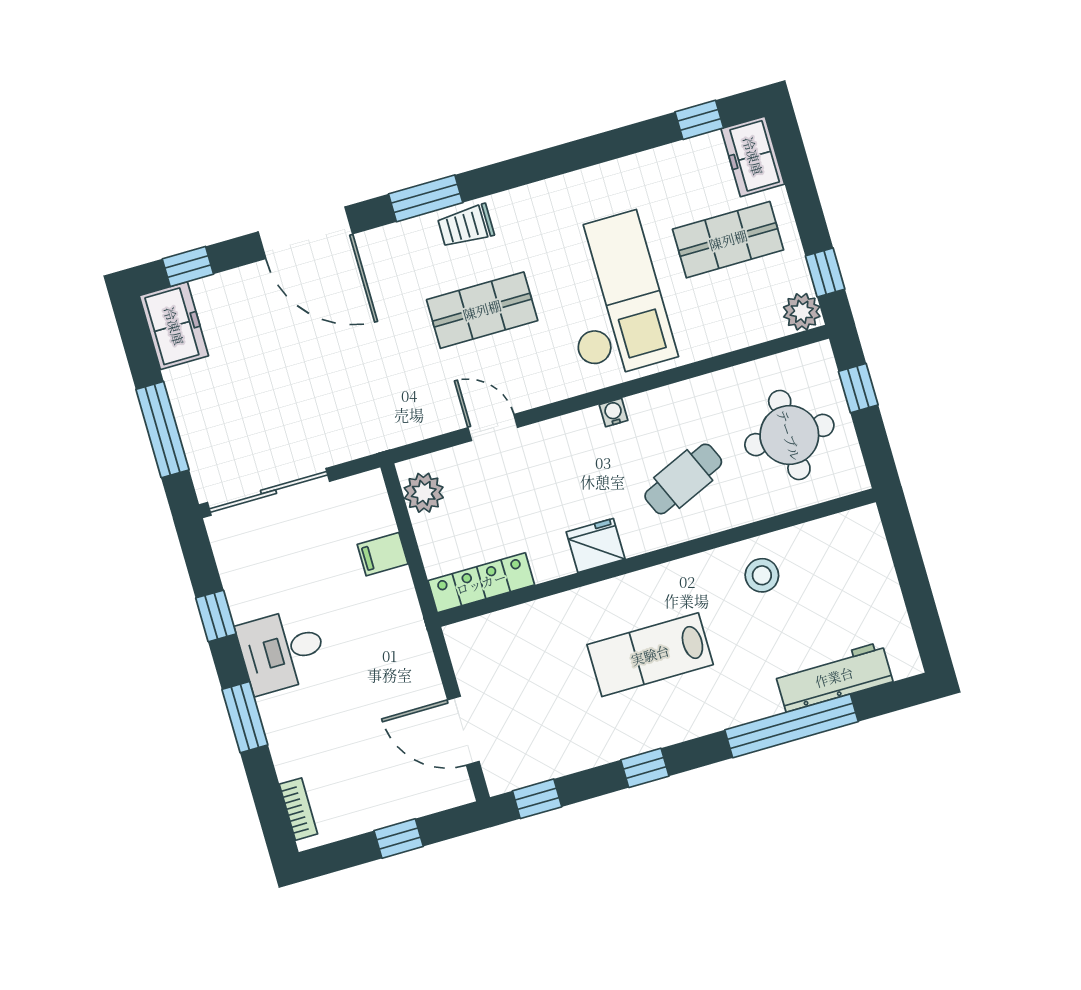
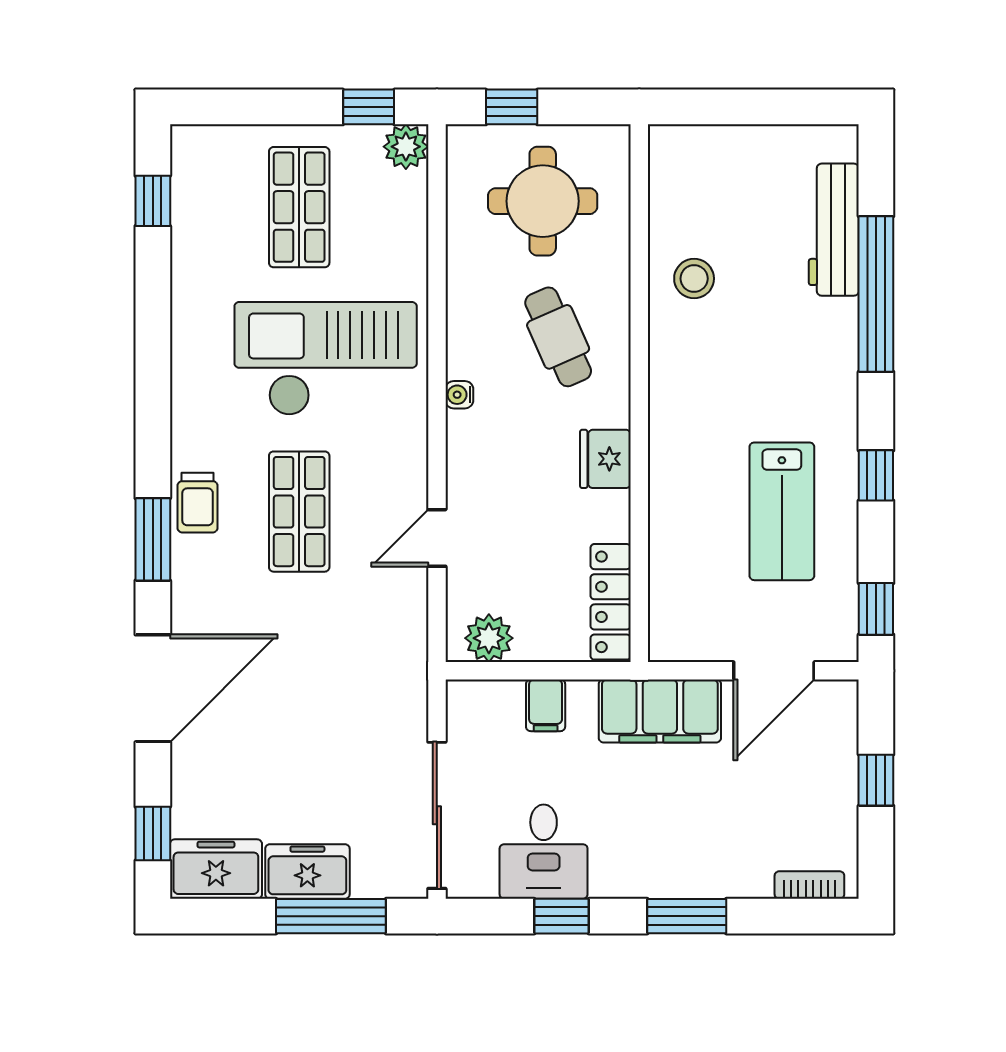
freezer: (753, 156) -> (307, 871), moved, turned 180
filing cabinet: (404, 648) -> (660, 711), added
desk: (282, 651) -> (544, 852), moved
lab bench: (650, 655) -> (782, 511), moved

